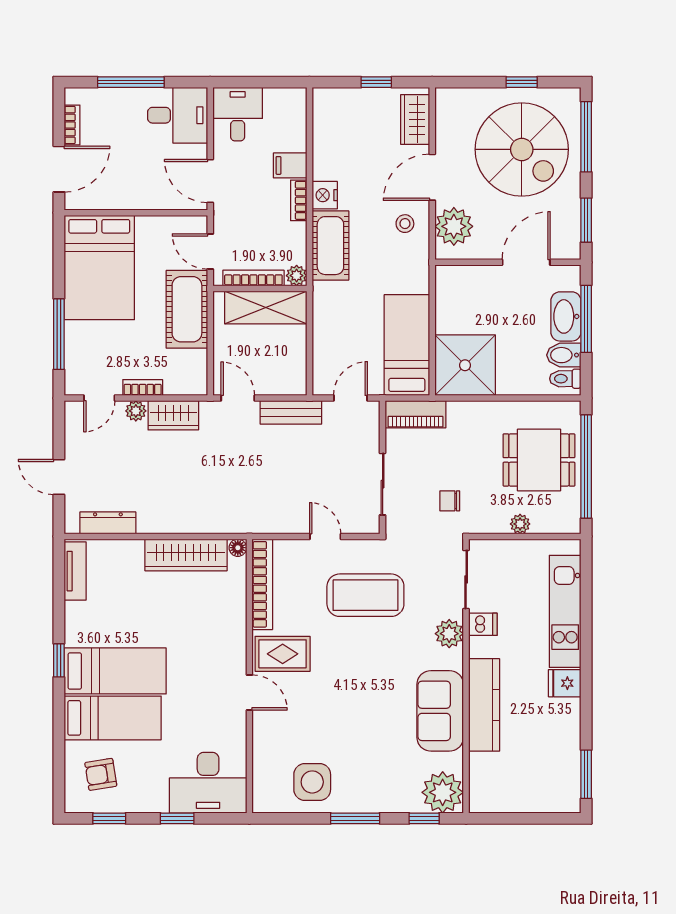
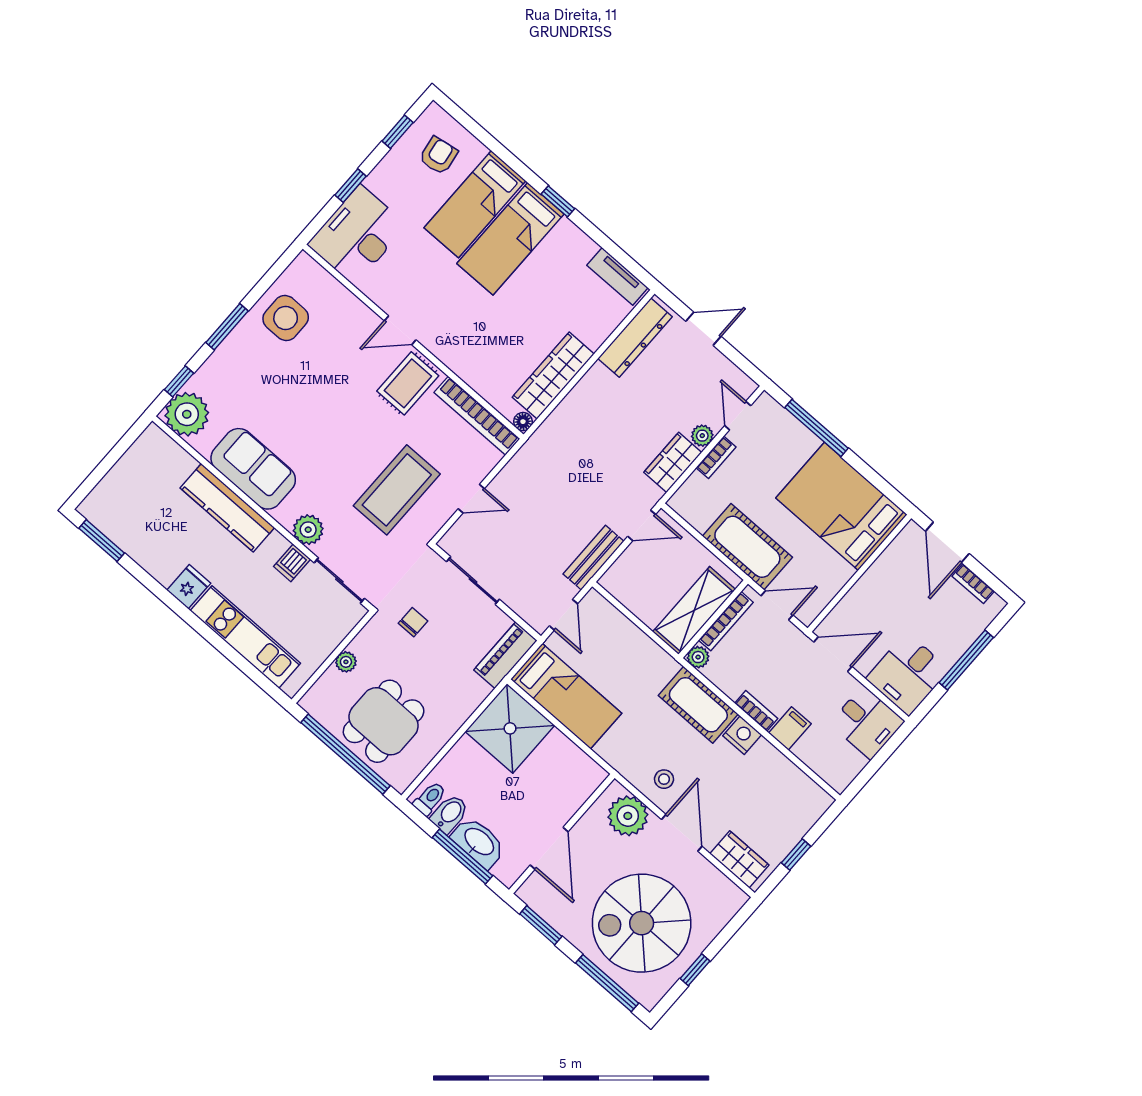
dresser: (108, 523) -> (635, 338), width x1.37, depth x1.24

